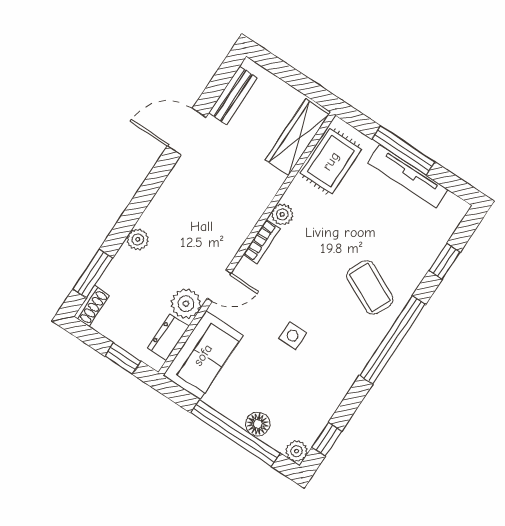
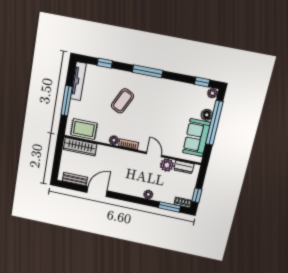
door: (187, 132) -> (97, 192), swing flipped
tv unit: (408, 176) -> (78, 81), moved
coffee table: (370, 287) -> (122, 101), moved
side table: (293, 336) -> (163, 115), removed
window: (392, 340) -> (148, 71), width x0.68
sofa: (203, 355) -> (196, 138), moved, turned -90
window: (123, 359) -> (197, 195), moved

